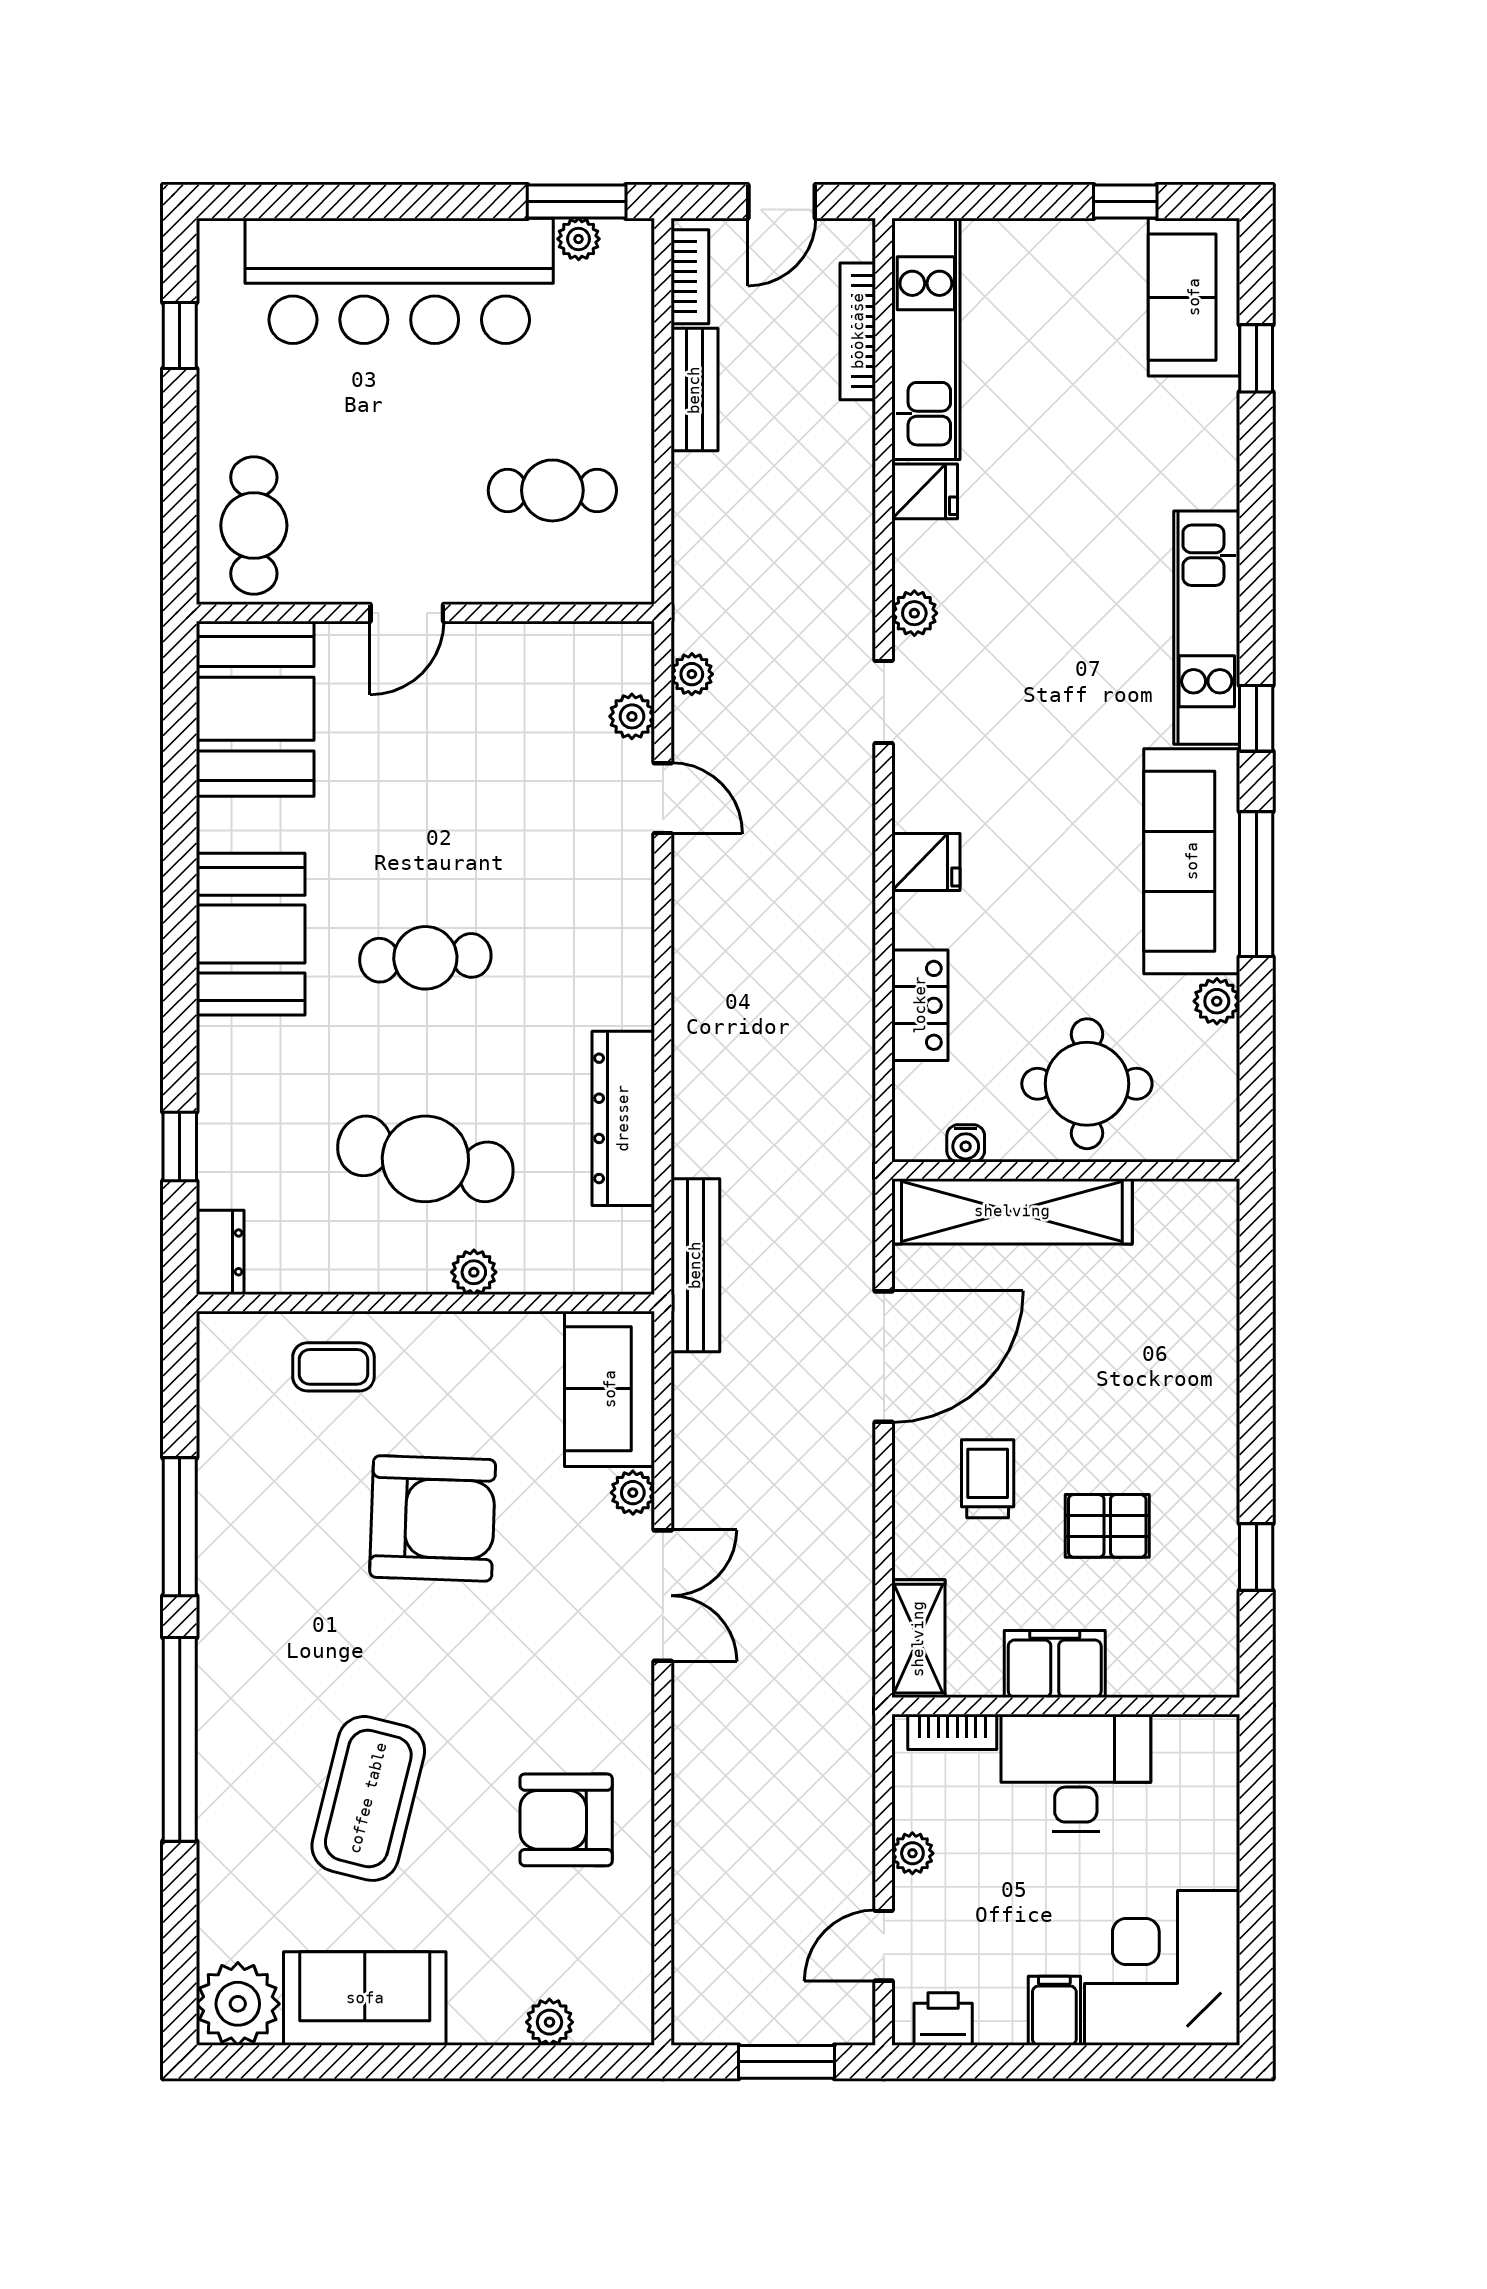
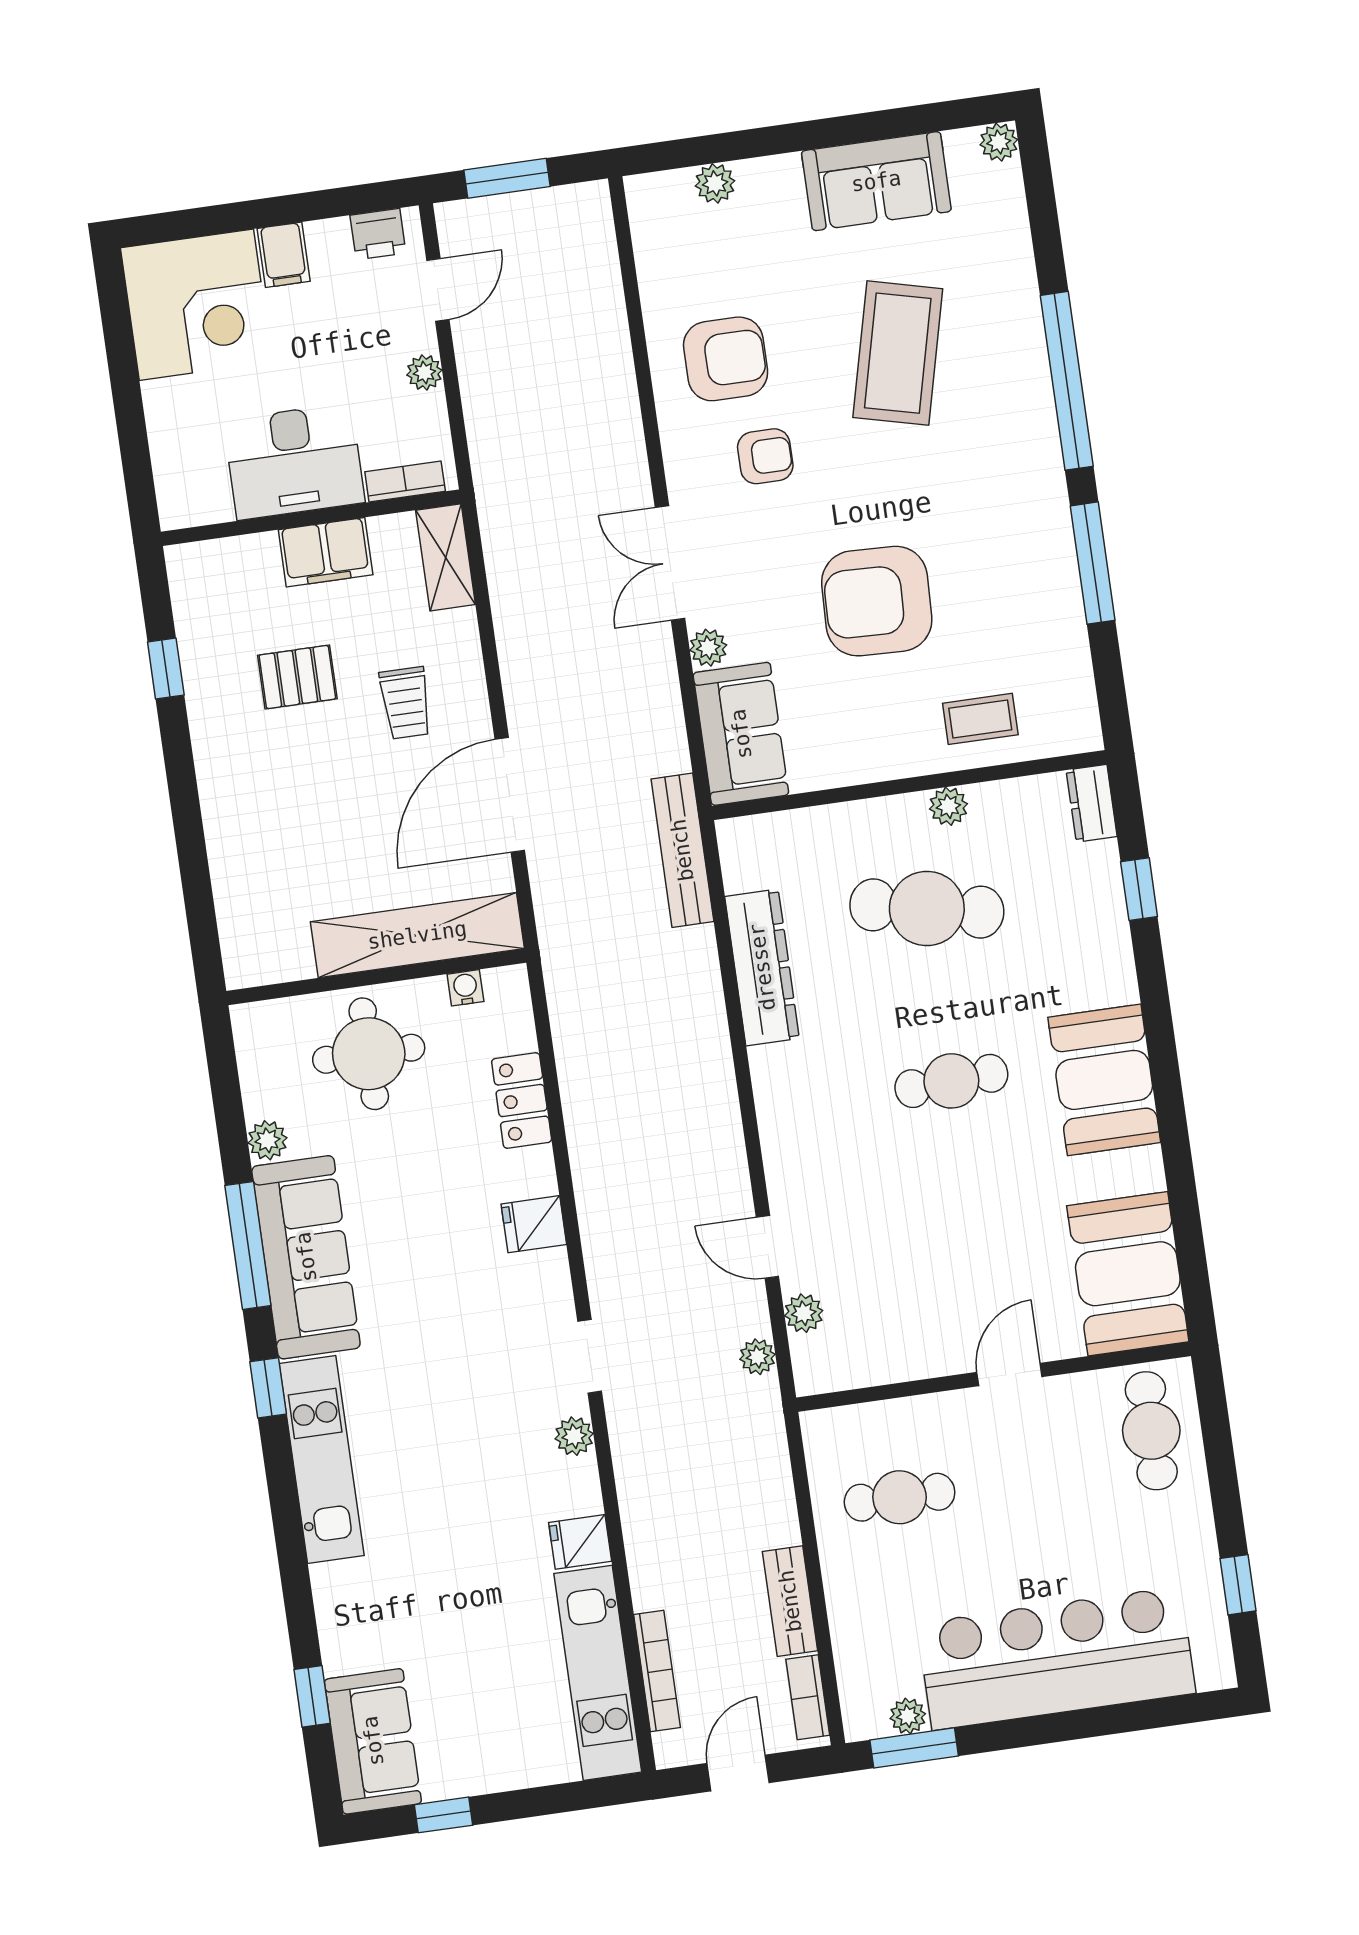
plant: (474, 1272) -> (948, 806), moved
armchair: (537, 1702) -> (765, 456), added
plant: (238, 2004) -> (999, 142), width x0.53, depth x0.53

